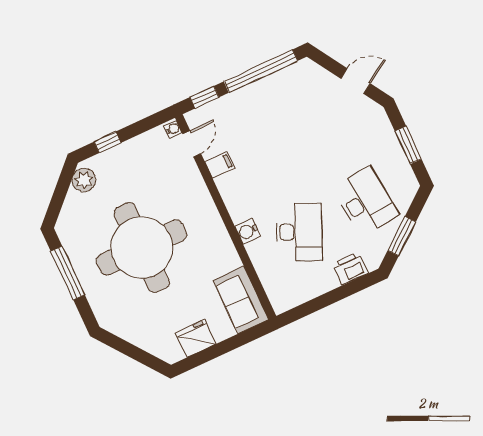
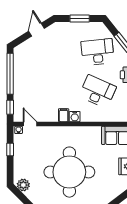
window: (108, 142) -> (10, 150), moved
filing cabinet: (220, 165) -> (64, 115), moved
water cooler: (248, 231) -> (75, 117), moved

